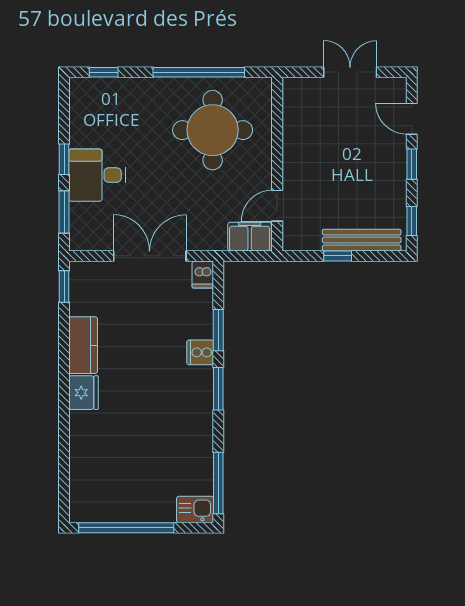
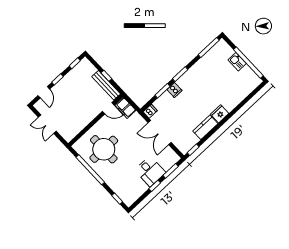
bench: (362, 240) -> (106, 85), moved
kitchen sink: (195, 509) -> (237, 62), moved

